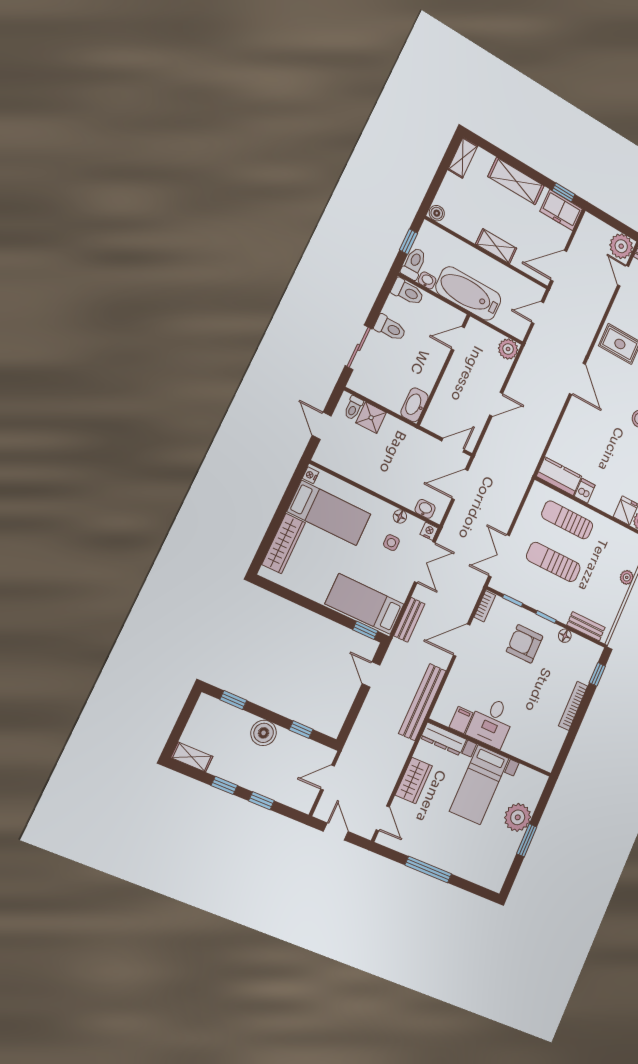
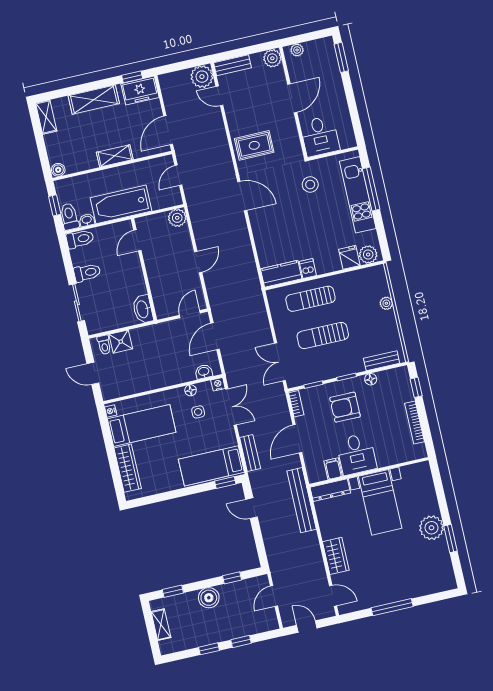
filing cabinet: (461, 720) -> (333, 469), moved
desk: (491, 722) -> (356, 454), moved
dresser: (443, 739) -> (330, 490), moved
wall: (490, 748) -> (369, 472), moved
shelving: (192, 757) -> (161, 625), moved, turned 90
bed with nightstands: (479, 785) -> (380, 502), moved

